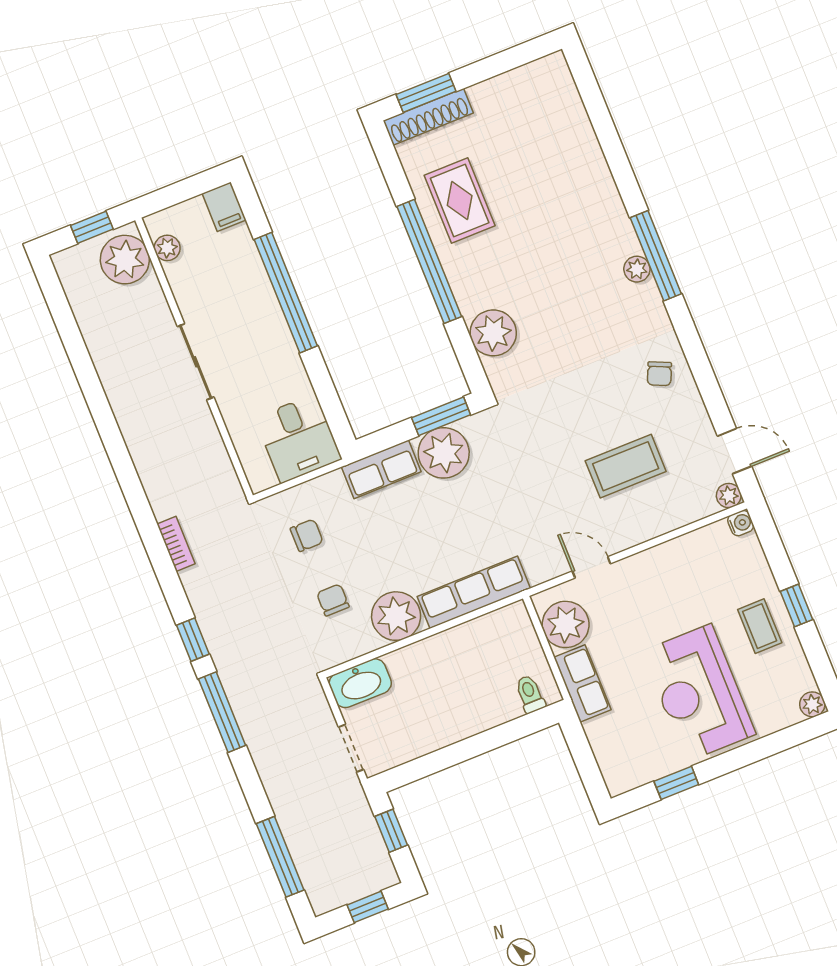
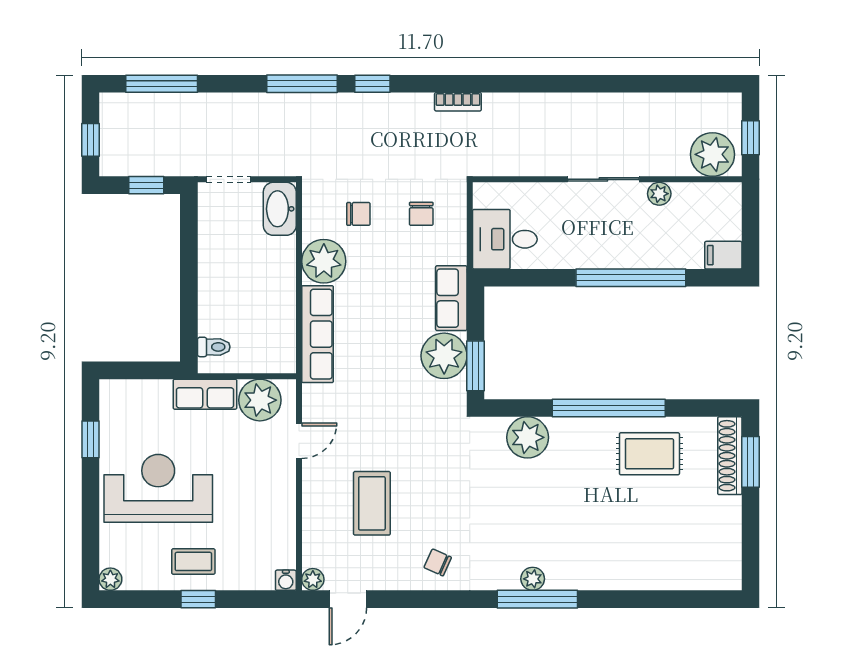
plant: (167, 248) -> (659, 194), moved

